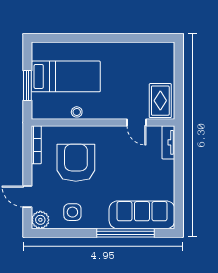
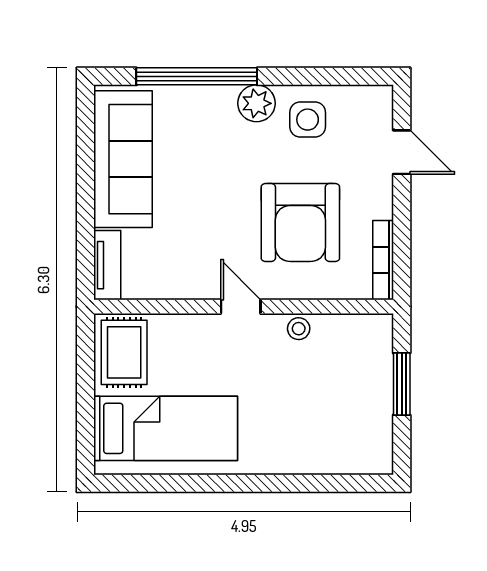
bed: (66, 76) -> (166, 428), moved, turned 180
door: (136, 122) -> (241, 307), moved
sofa: (142, 215) -> (123, 159), moved, turned -90
plant: (40, 220) -> (257, 103), moved

